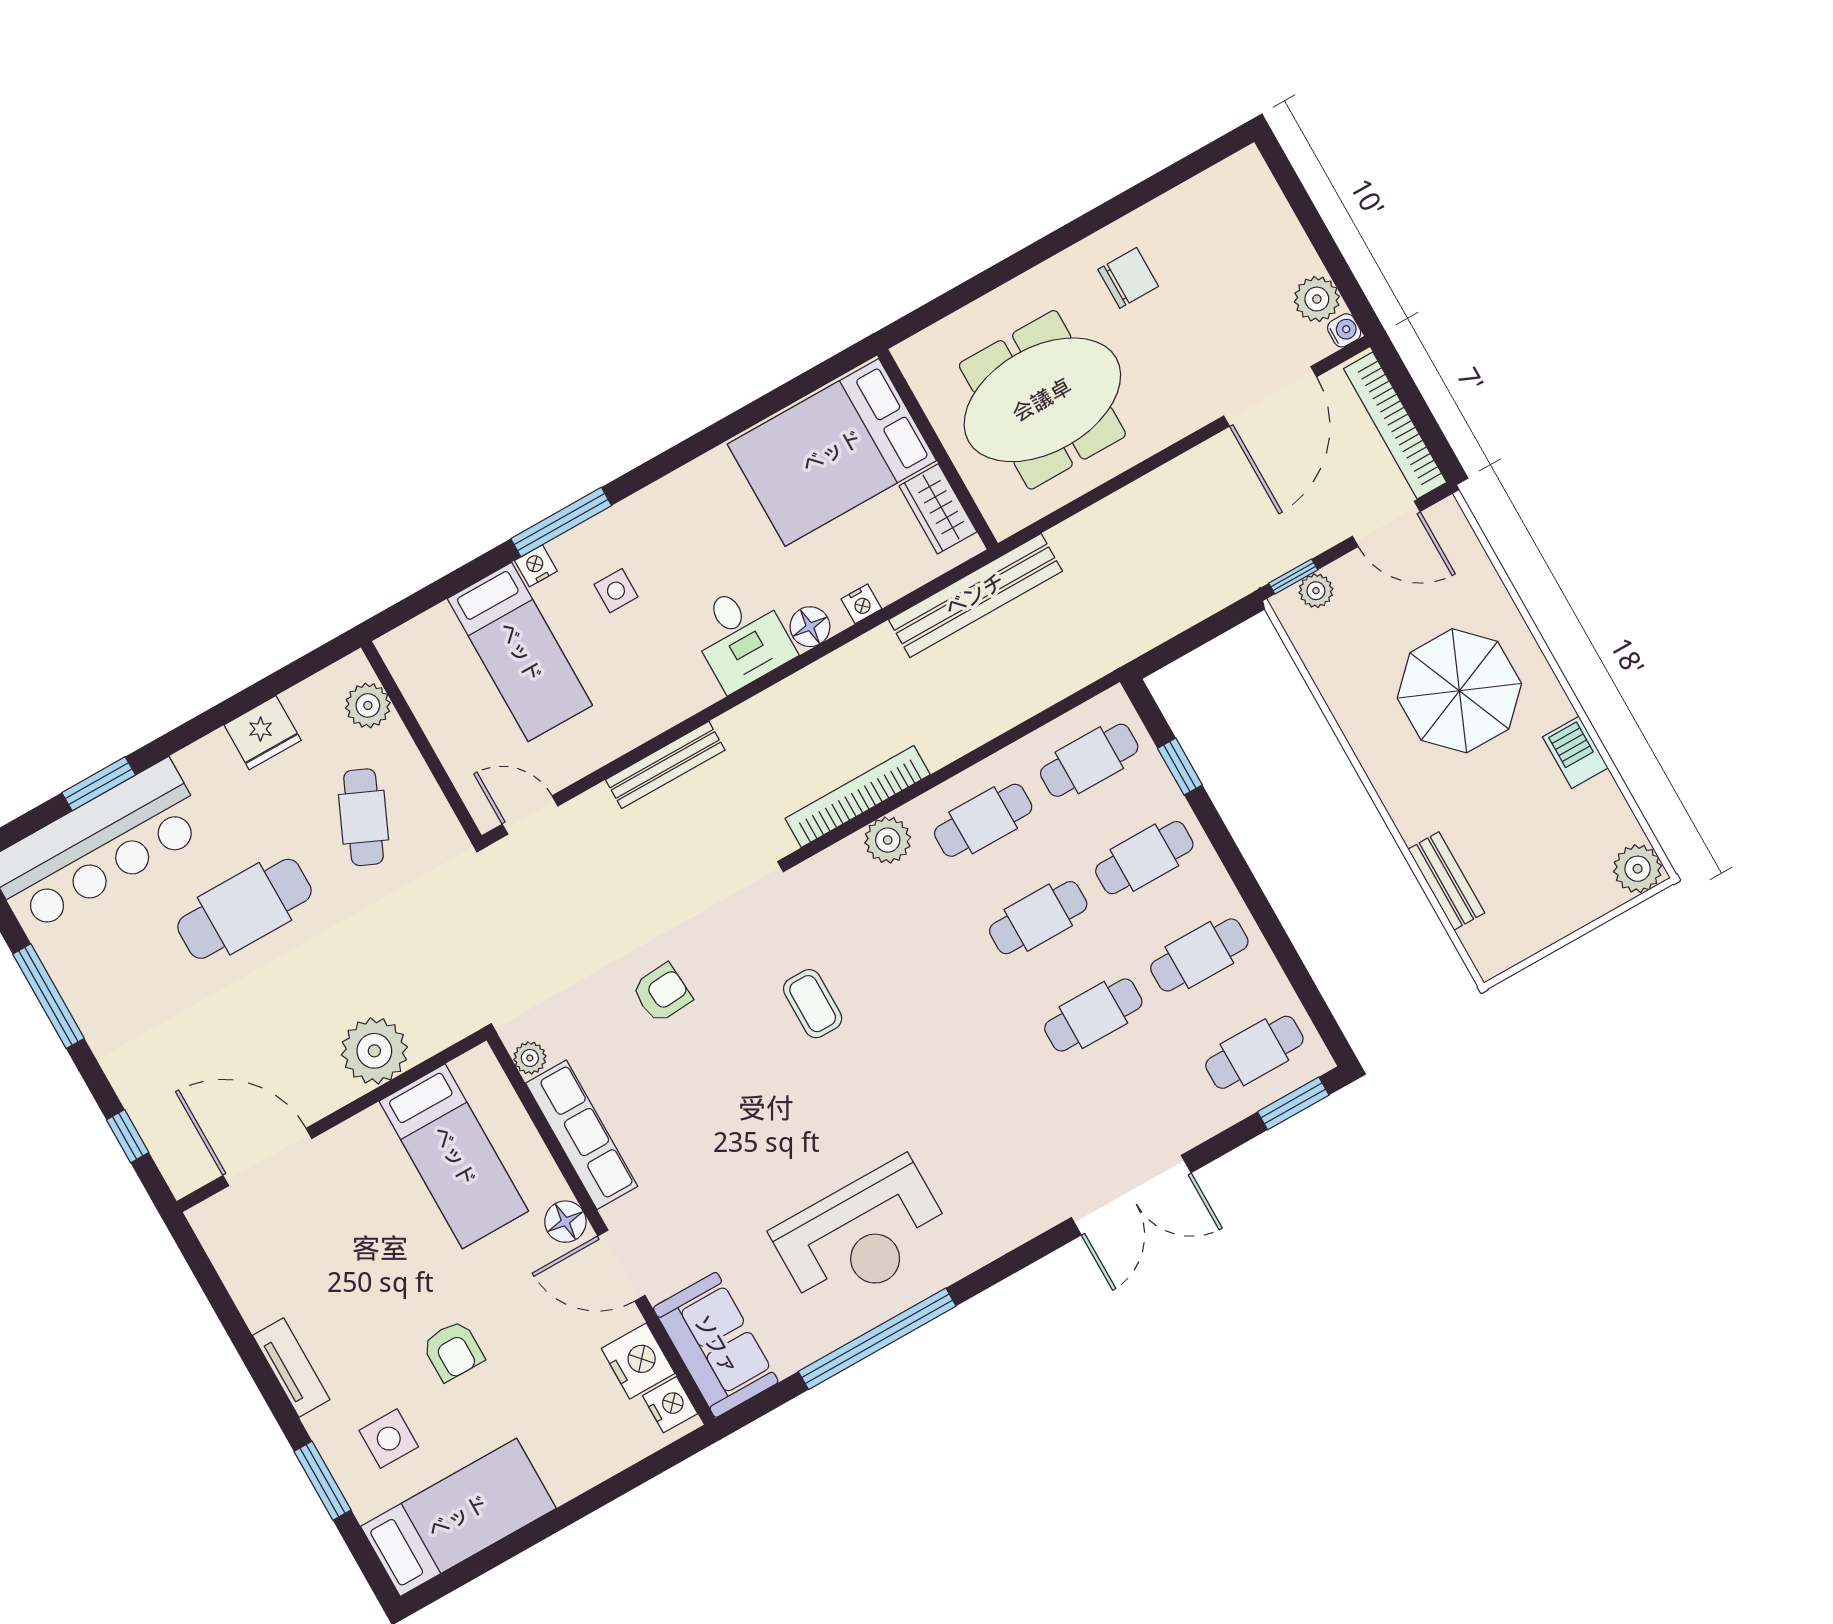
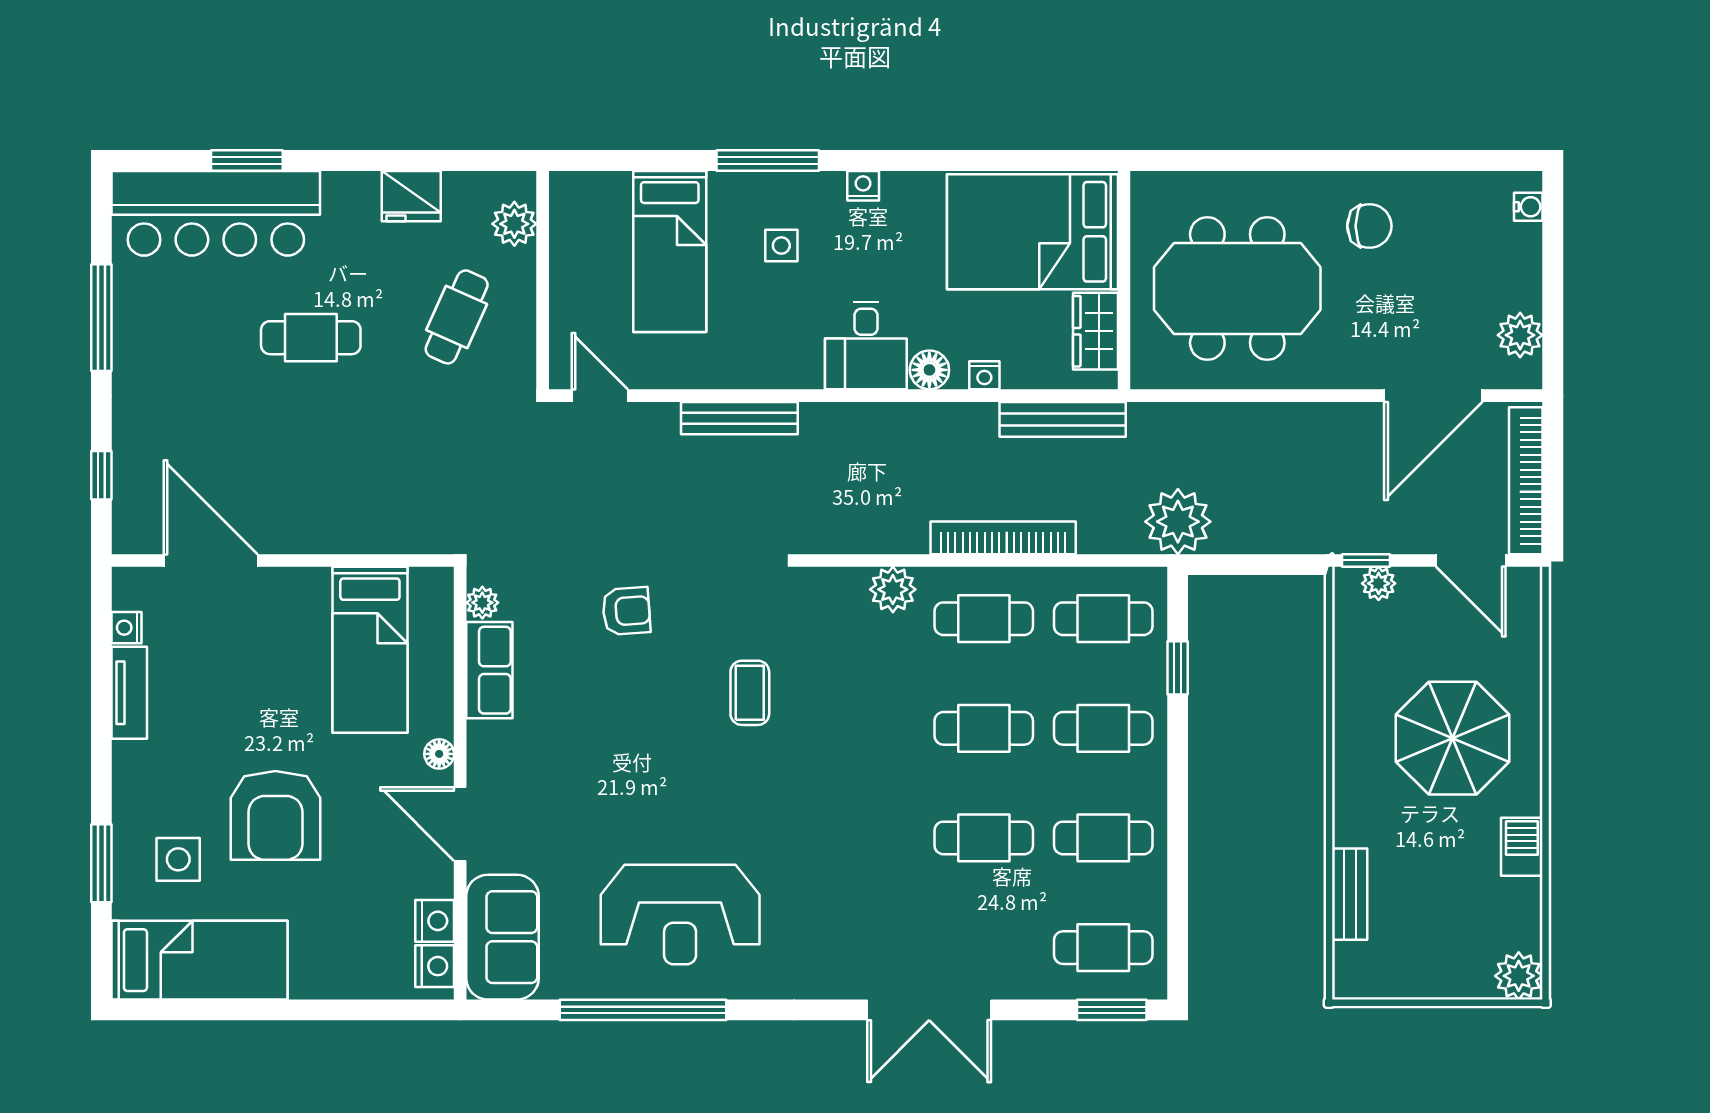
water cooler: (1344, 330) -> (1528, 207), moved
nightstand: (536, 566) -> (863, 186), moved
bench: (975, 595) -> (1063, 419), width x0.73, depth x0.82
bookcase: (858, 796) -> (1003, 538), moved
cafe table: (244, 909) -> (311, 338), width x0.73, depth x0.74
plant: (374, 1051) -> (1178, 522), moved
row of seats: (582, 1135) -> (489, 670), width x0.68
floor lamp: (565, 1222) -> (439, 754), width x0.73, depth x0.73
nightstand: (227, 1259) -> (127, 628), added
armchair: (453, 1351) -> (275, 815), width x1.88, depth x1.88
nightstand: (638, 1361) -> (435, 921), width x0.74, depth x0.75
tv unit: (291, 1368) -> (129, 693), moved

